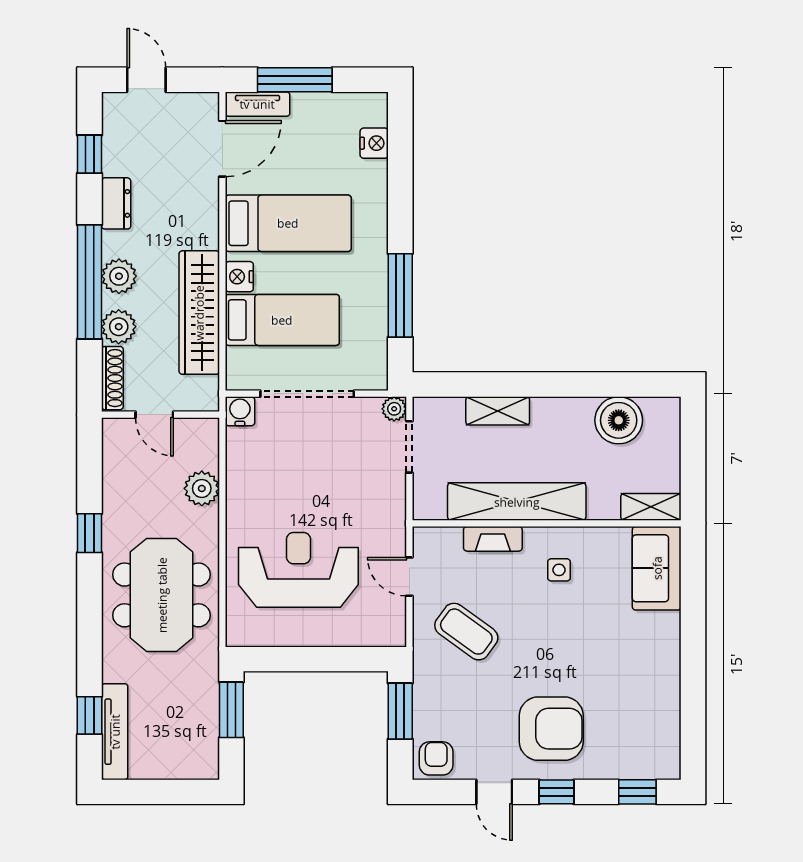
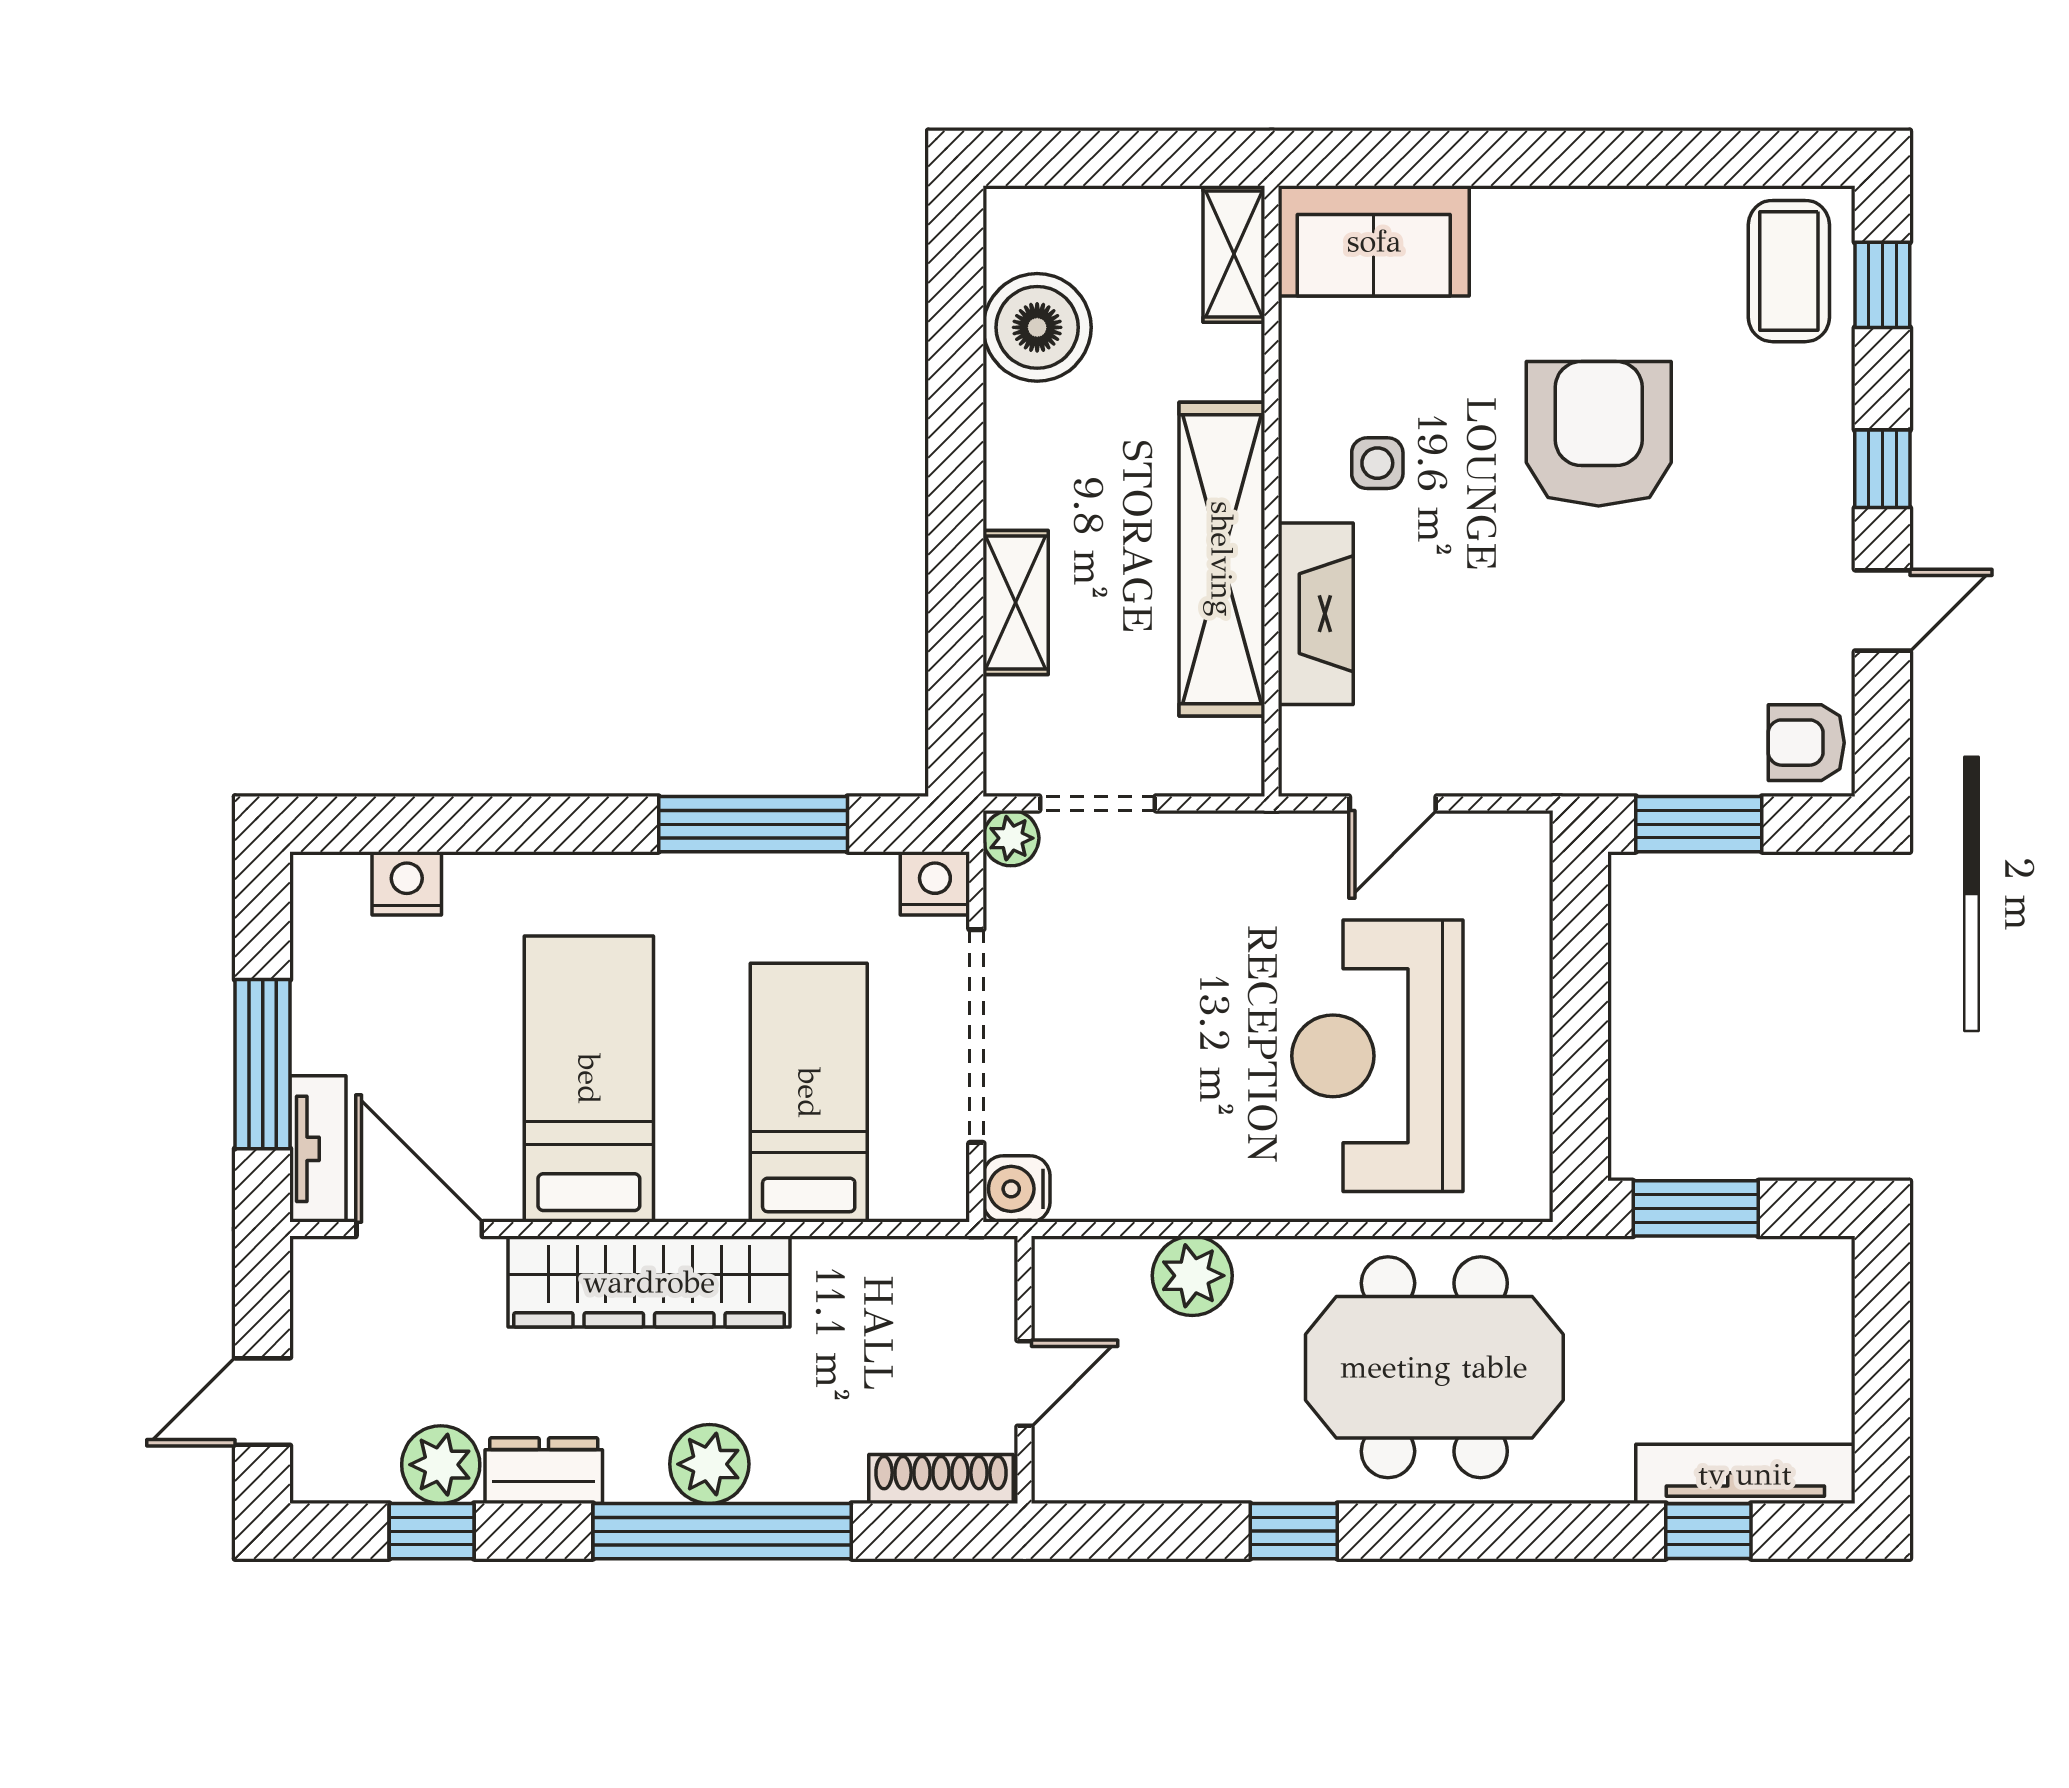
nightstand: (239, 277) -> (935, 883), moved, turned 180
wardrobe: (199, 313) -> (649, 1282), moved
plant: (119, 327) -> (441, 1465), moved
fireplace: (493, 539) -> (1316, 614), width x1.37, depth x1.32
coffee table: (466, 632) -> (1789, 271), moved, turned -36
armchair: (551, 729) -> (1599, 434), moved

